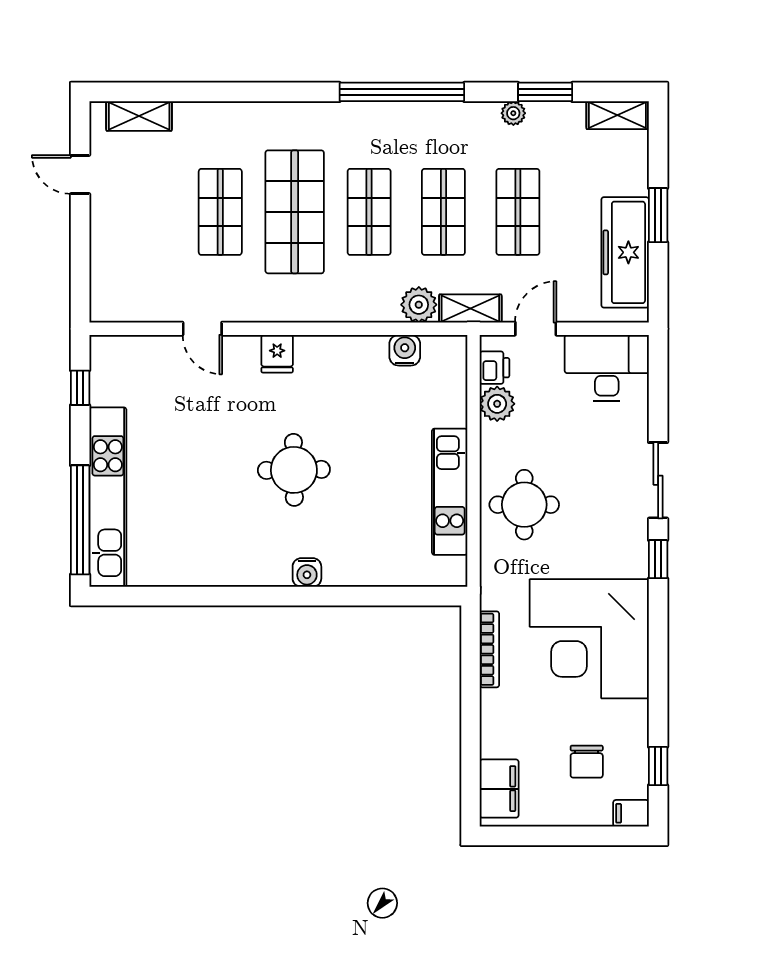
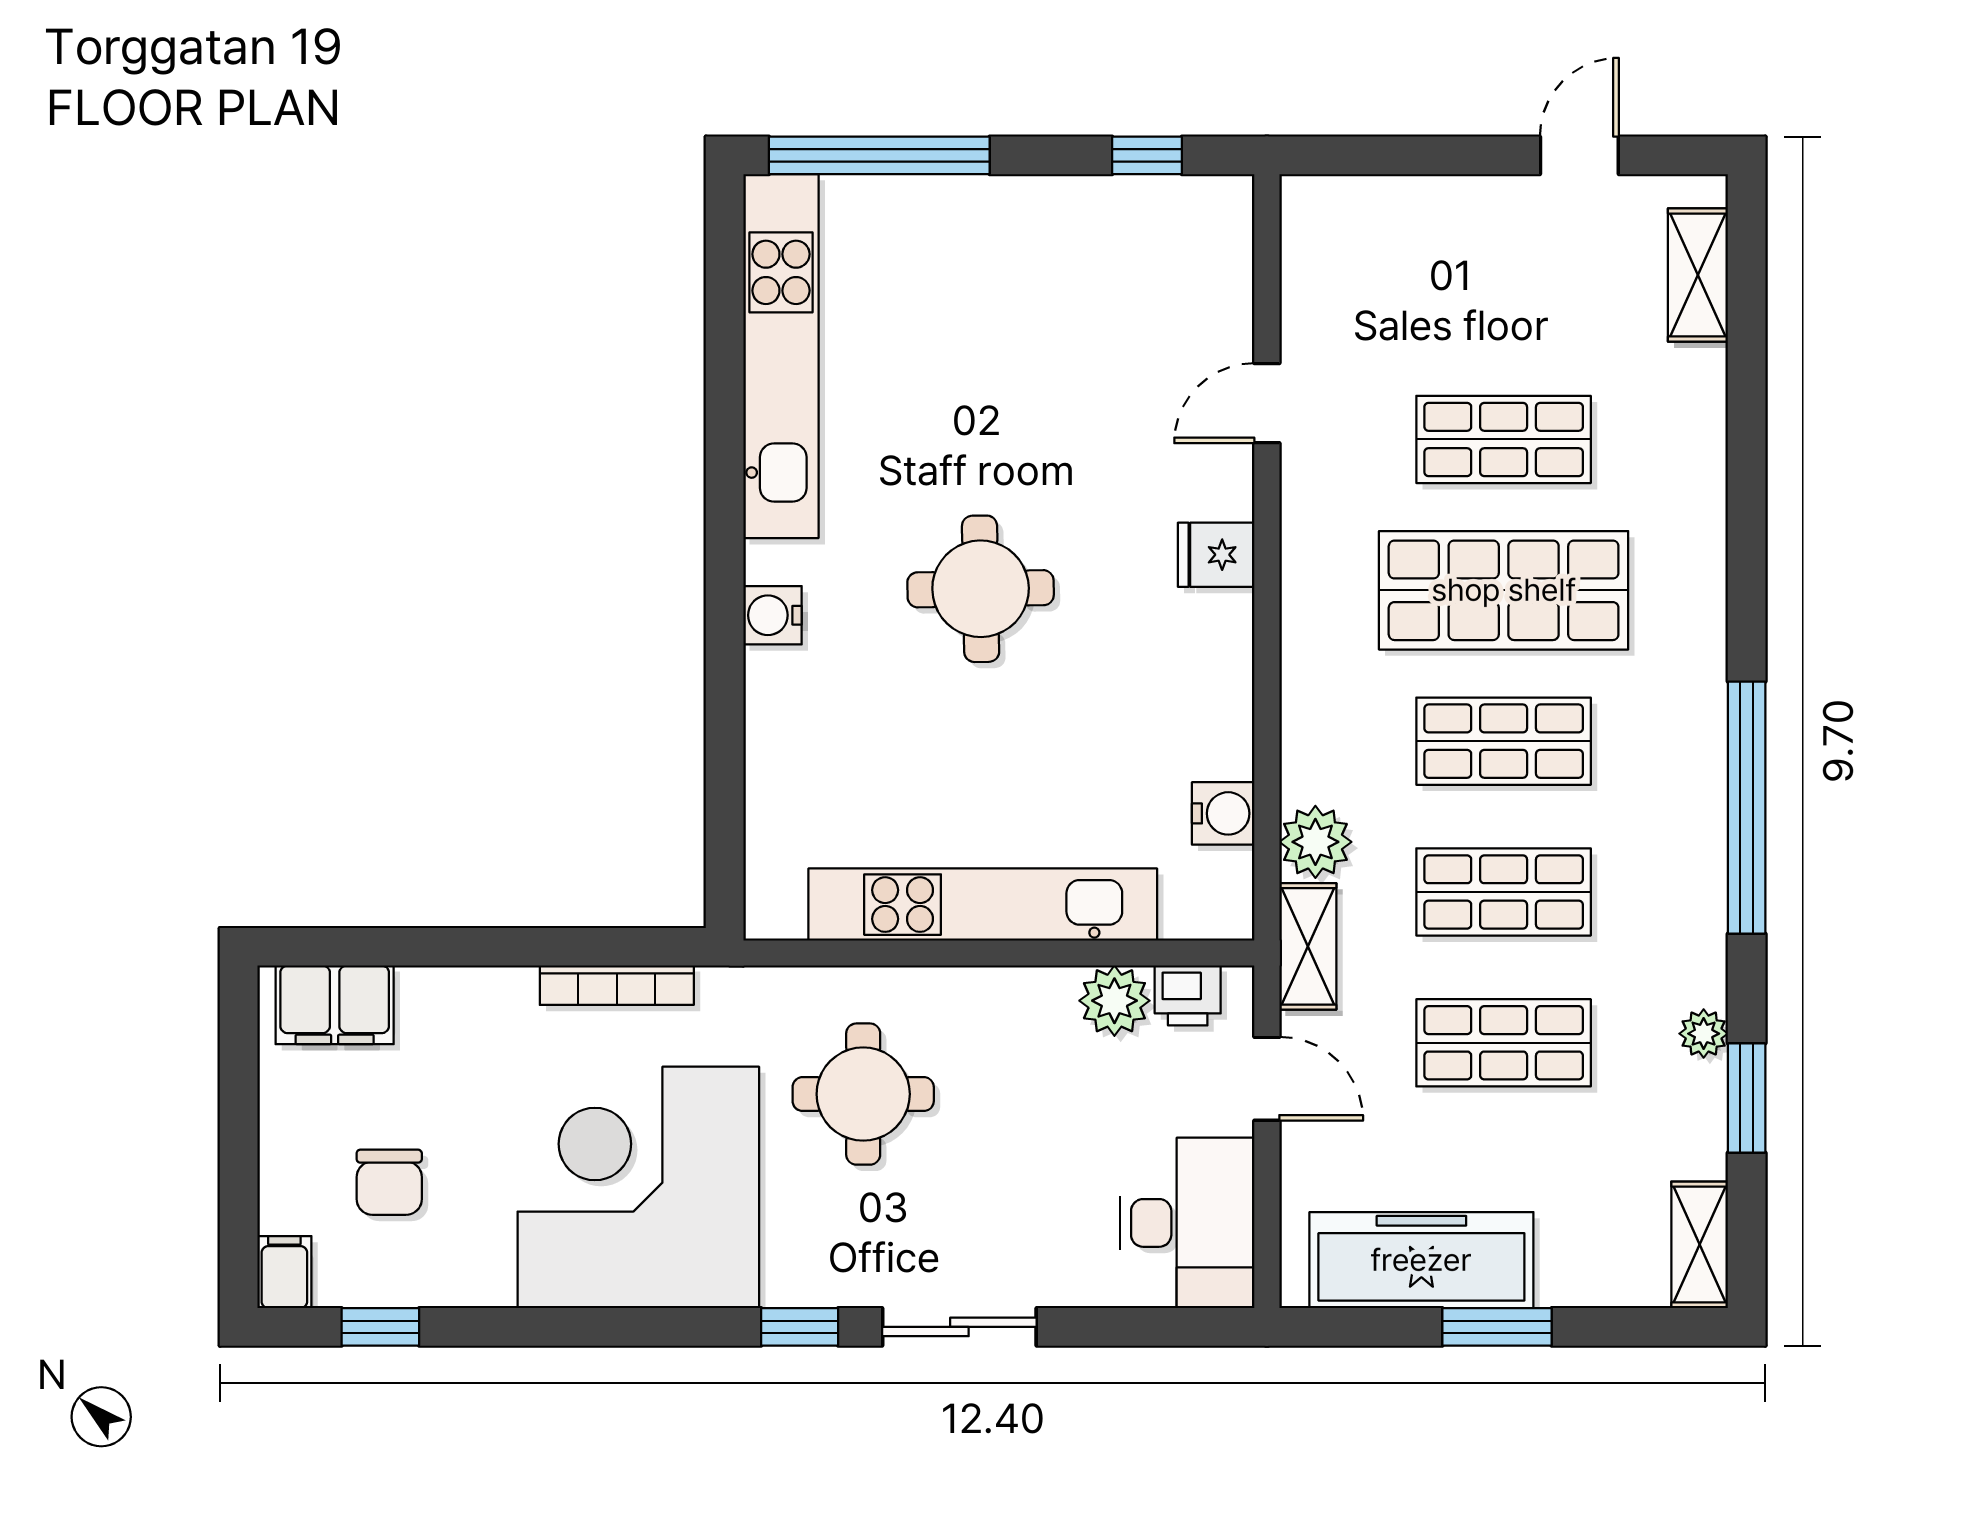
kitchen unit: (450, 492) -> (983, 905), width x1.36
kitchen unit: (108, 497) -> (781, 356), moved, turned -90
round table: (524, 505) -> (863, 1094), moved
chair: (587, 762) -> (389, 1182), turned -90

